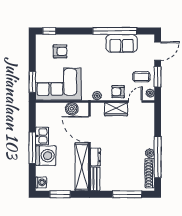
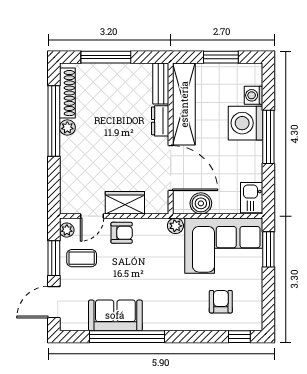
armchair: (60, 51) -> (221, 302), turned 90
plant: (97, 96) -> (175, 226), moved
kitchen sink: (42, 136) -> (252, 198), moved
washing machine: (41, 182) -> (253, 95), moved

